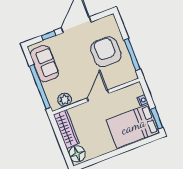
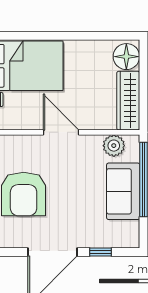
sofa: (44, 64) -> (123, 191), moved
door: (98, 96) -> (61, 132), swing flipped

